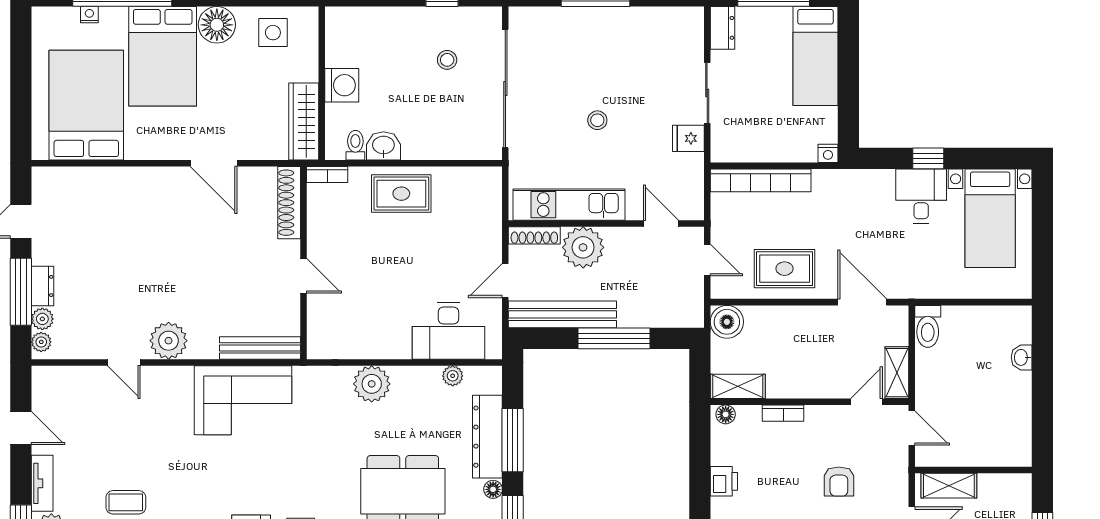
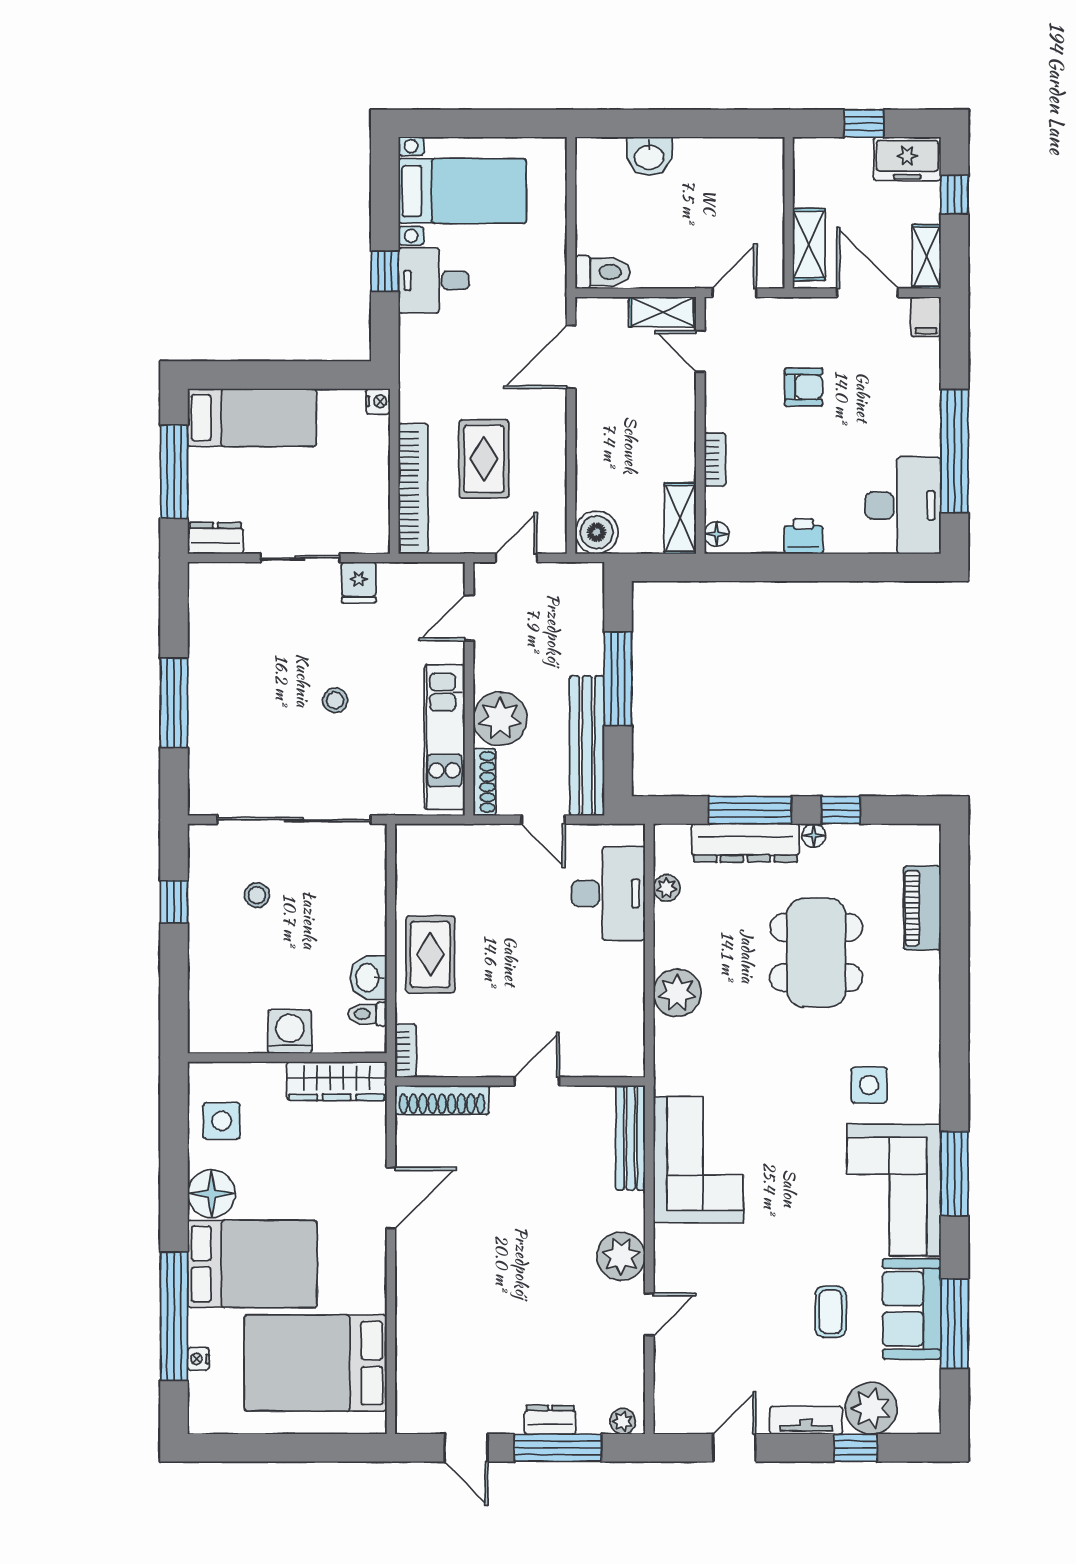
rug: (785, 269) -> (484, 459), moved
plant: (42, 319) -> (593, 1420), removed
washbasin: (1022, 357) -> (649, 156), width x1.38, depth x1.45

